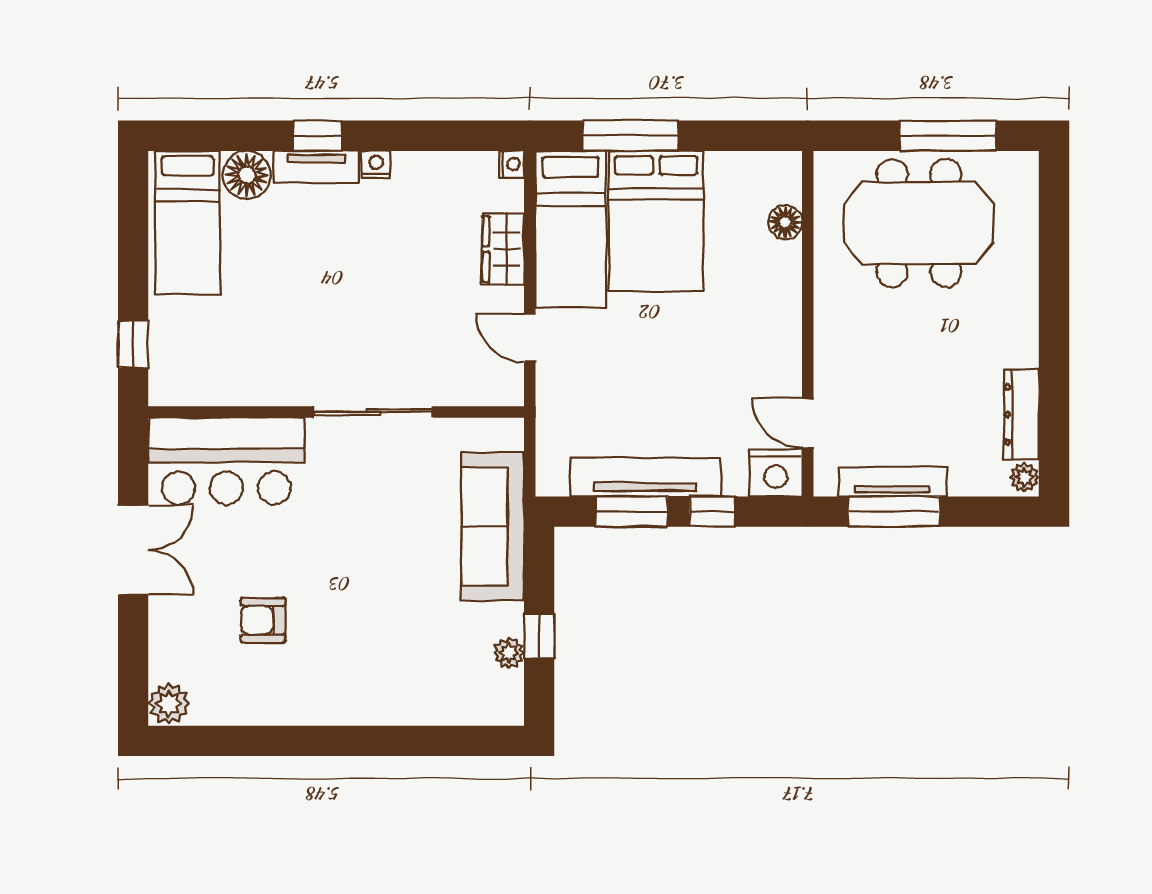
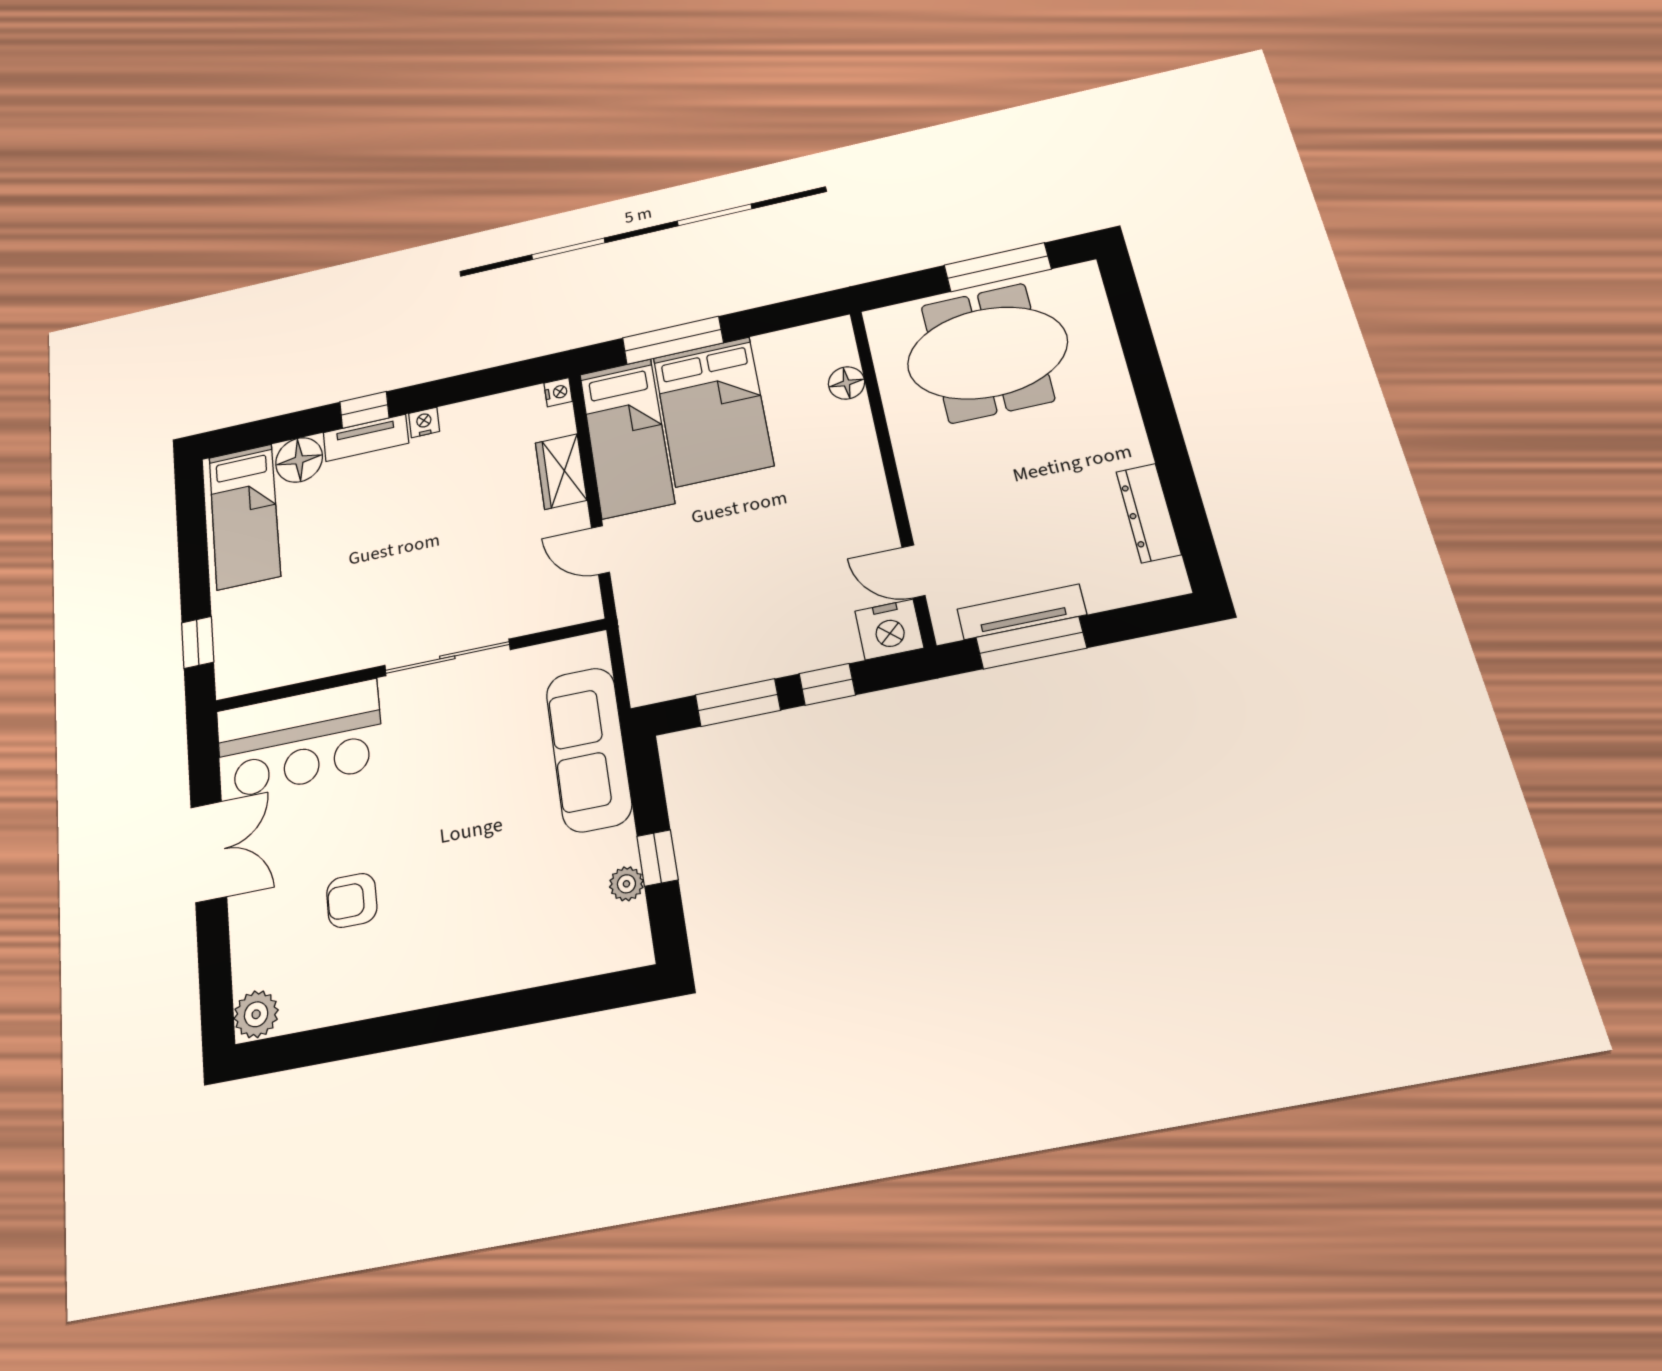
tv unit: (645, 477) -> (747, 664), removed
plant: (1024, 477) -> (1170, 576), removed

